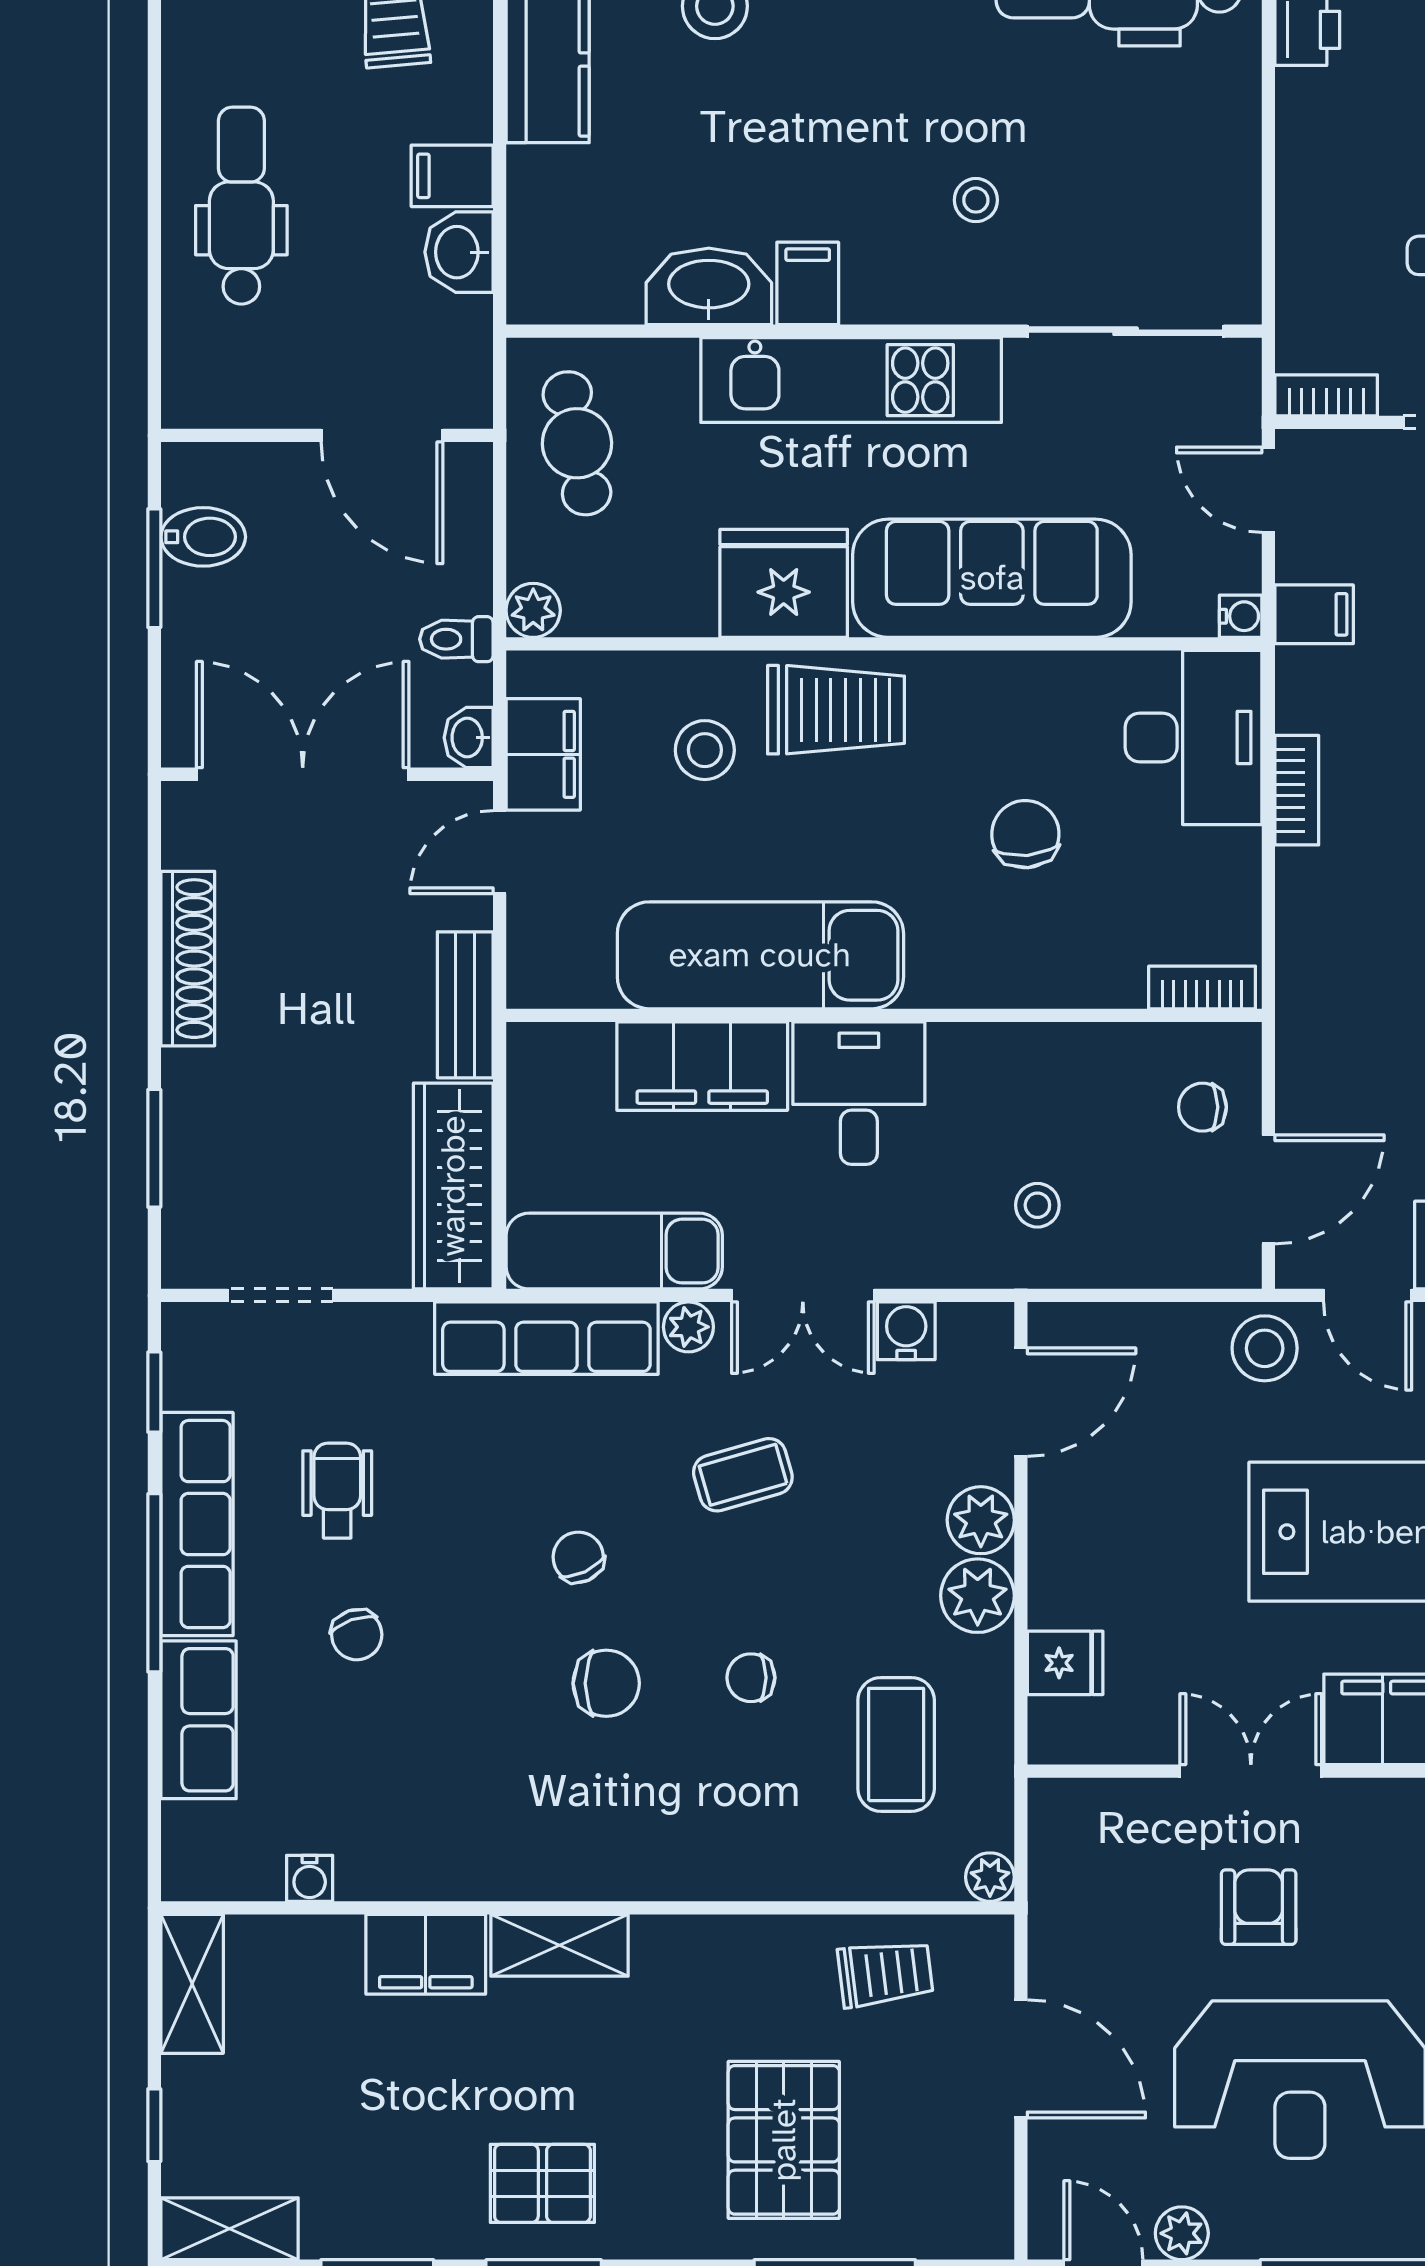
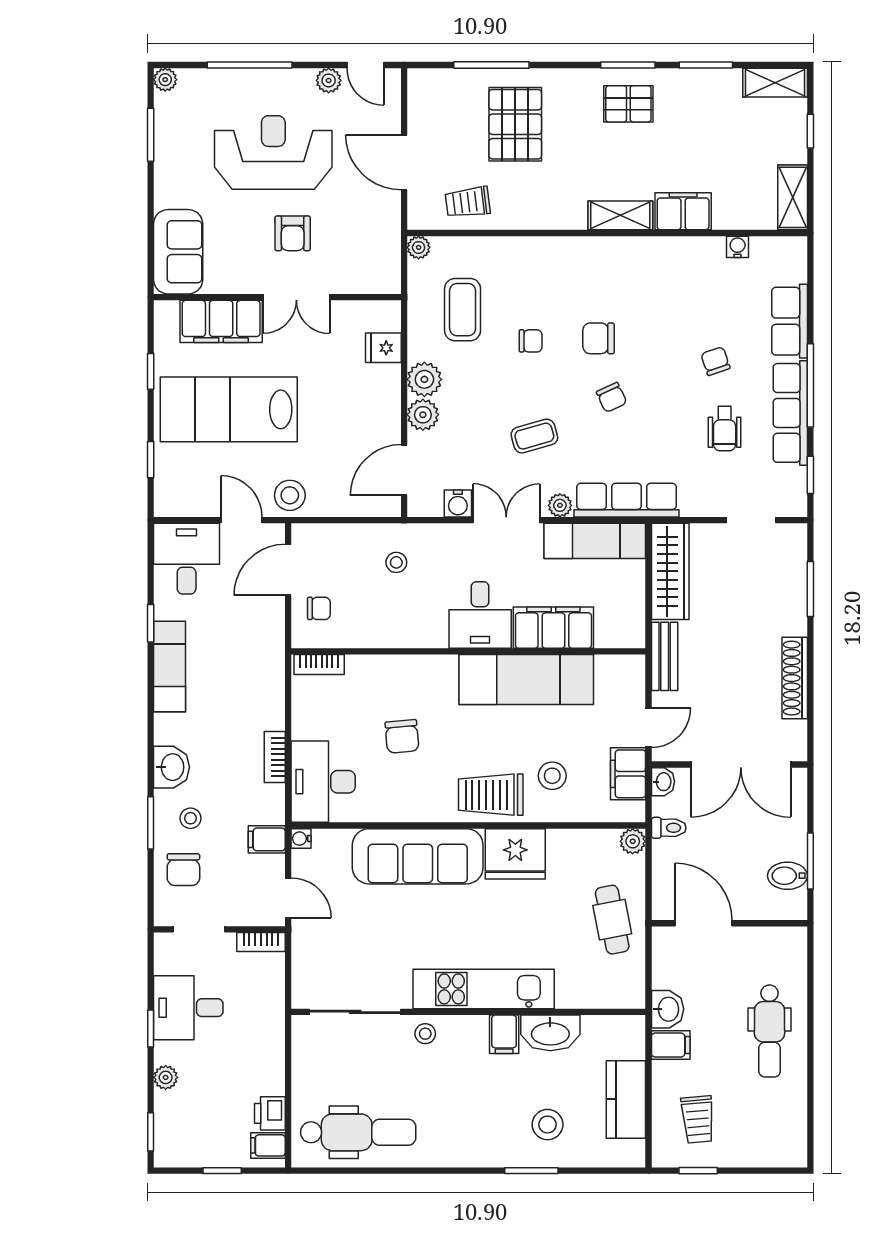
filing cabinet: (808, 283) -> (504, 1034), moved
washbasin: (709, 286) -> (550, 1033), moved
wall: (884, 331) -> (468, 1012), moved
sliding door: (1126, 331) -> (355, 1012), moved
kitchen unit: (851, 380) -> (484, 989), moved

